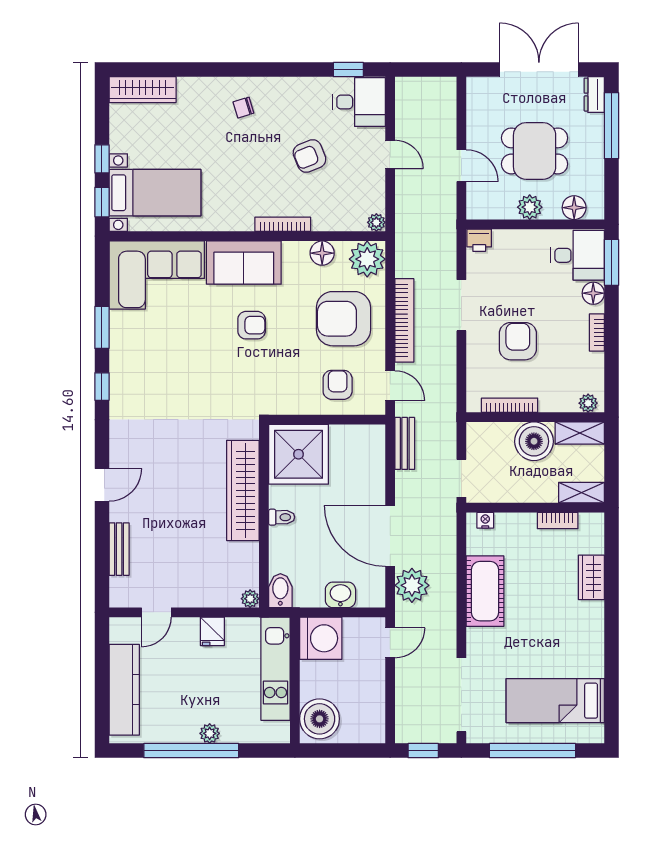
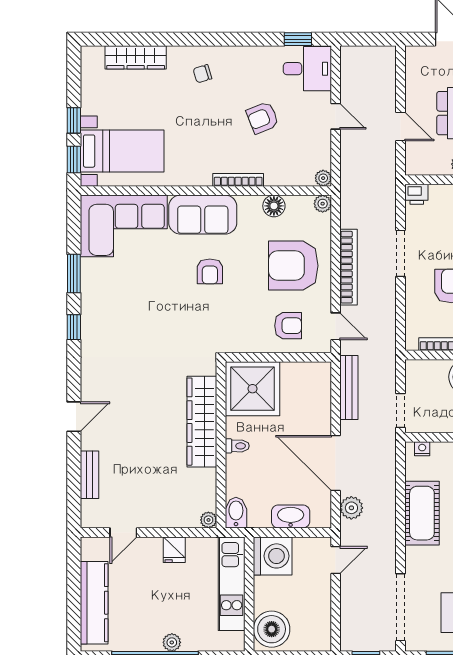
wardrobe: (143, 90) -> (136, 57), moved
plant: (367, 259) -> (323, 204), width x0.53, depth x0.53
armchair: (252, 325) -> (210, 271), turned 90
armchair: (338, 385) -> (288, 326), turned 90
bench: (405, 443) -> (349, 387), width x1.36
plant: (412, 585) -> (351, 508), width x0.73, depth x0.73
washbasin: (340, 595) -> (291, 516), width x1.38

